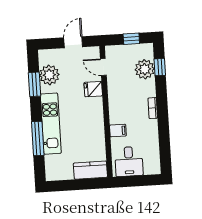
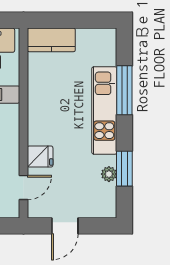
door: (103, 67) -> (24, 188), hinge flipped
plant: (49, 75) -> (109, 174), width x0.53, depth x0.53

